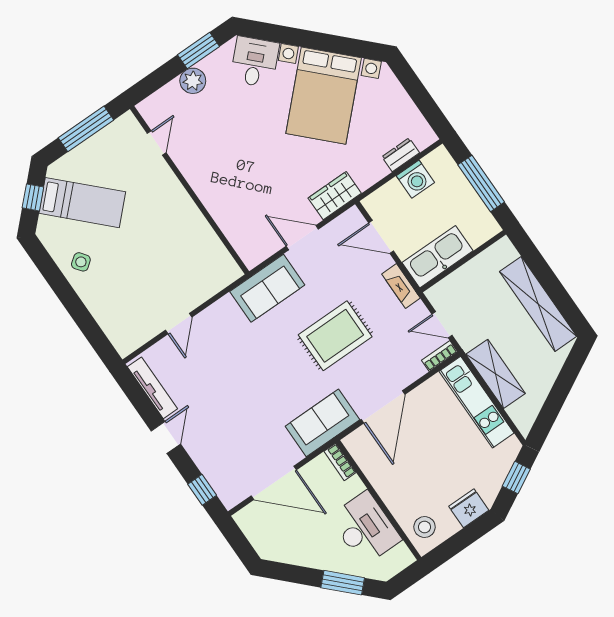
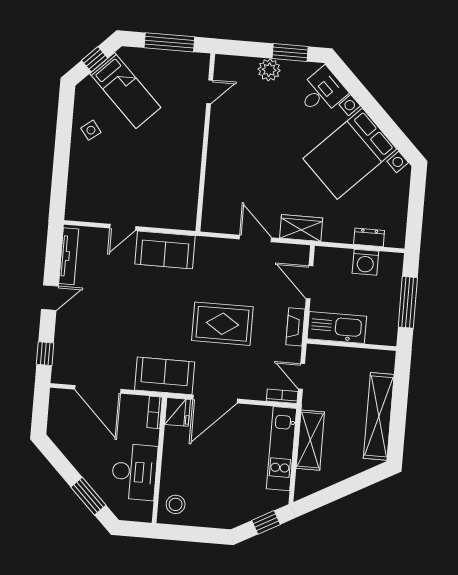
sofa: (267, 288) -> (165, 250), moved
fridge: (469, 508) -> (177, 412), moved, turned 90

